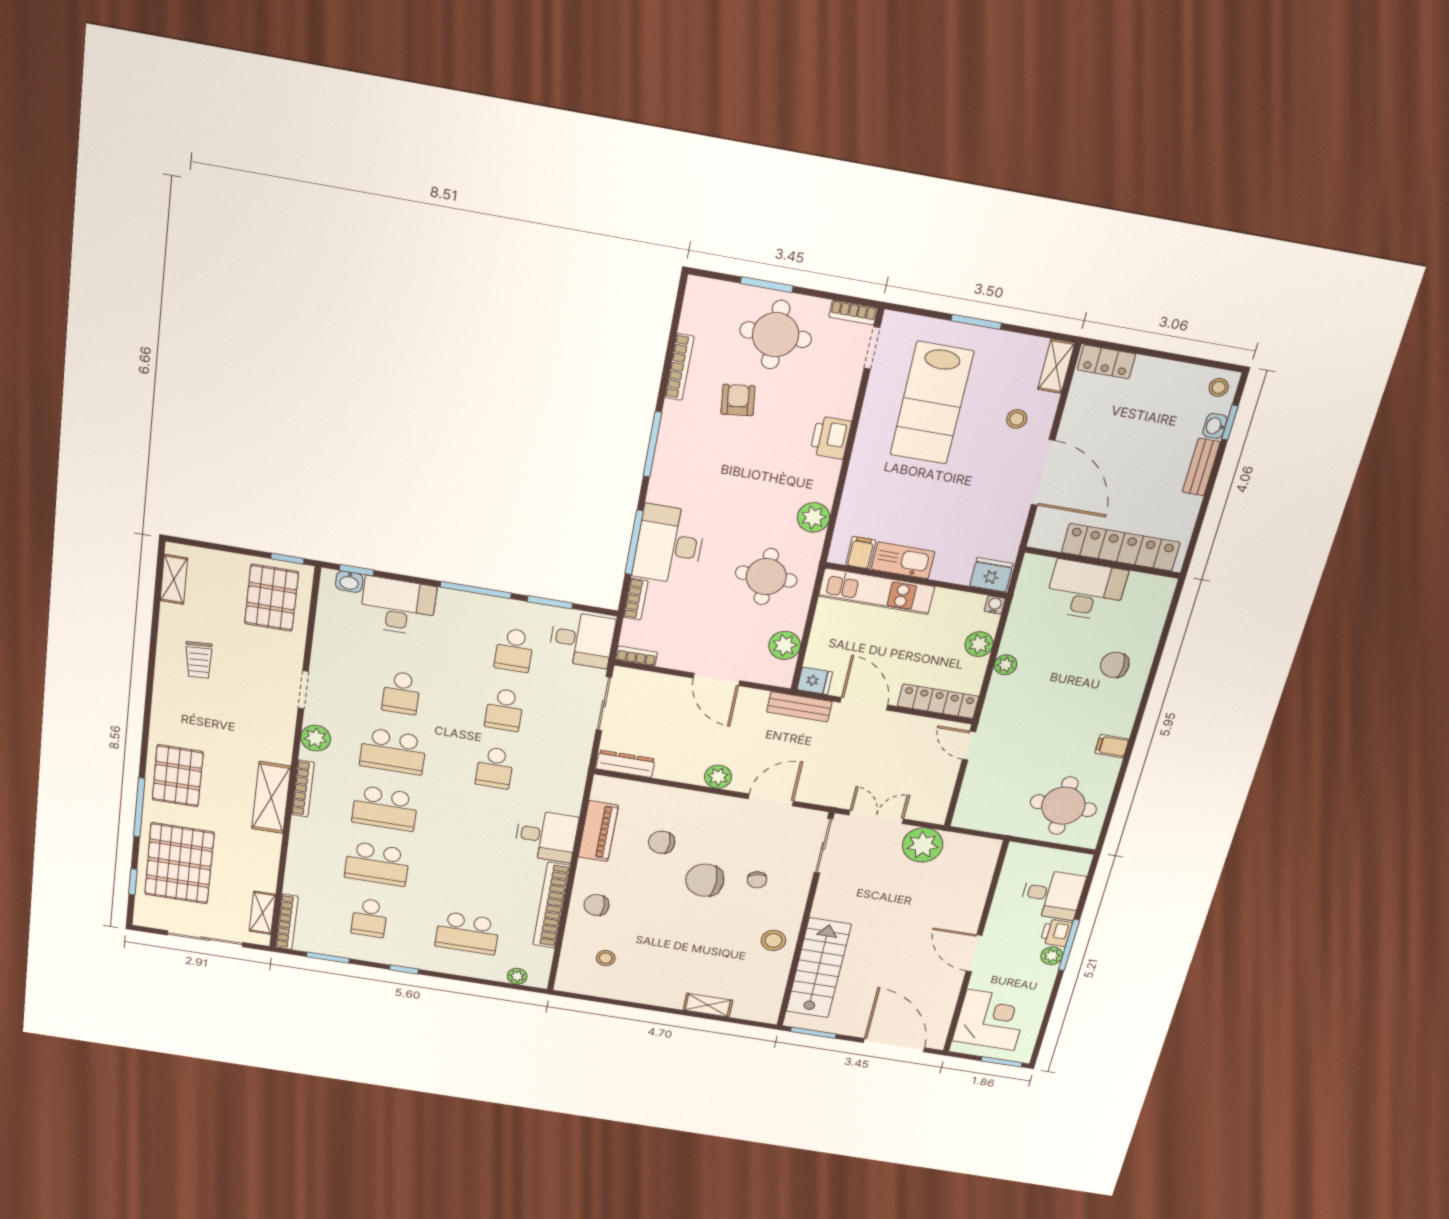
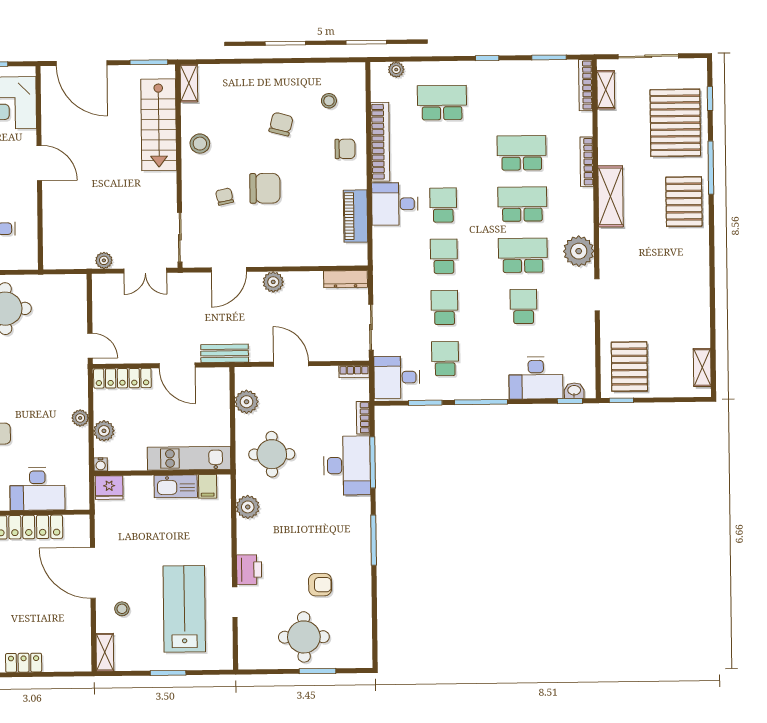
bookcase: (853, 313) -> (254, 663), removed
doorway: (872, 348) -> (235, 602), moved
locker: (1106, 362) -> (24, 663), moved
bookcase: (679, 367) -> (366, 601), removed
armchair: (738, 400) -> (320, 585), turned -83
trolley: (199, 660) -> (678, 304), removed
fridge: (815, 681) -> (218, 377), removed
plant: (316, 738) -> (579, 251), width x1.36, depth x1.36
bookcase: (303, 789) -> (587, 162), moved
chair: (662, 842) -> (281, 124), moved, turned -75
plant: (923, 845) -> (104, 260), width x0.53, depth x0.53
school desk: (369, 918) -> (443, 205), moved
shelving: (708, 1005) -> (189, 83), moved, turned 90

